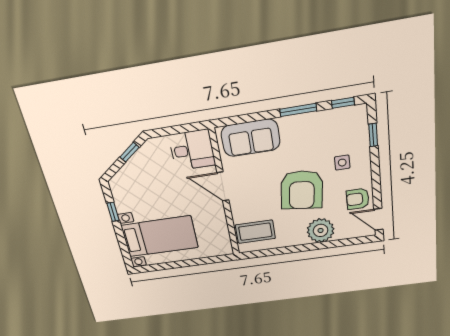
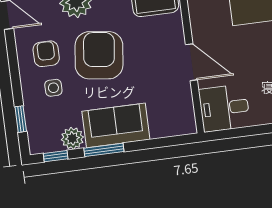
plant: (327, 119) -> (72, 138), added
sofa: (251, 138) -> (116, 125), moved
armchair: (358, 199) -> (46, 54), moved, turned -90

